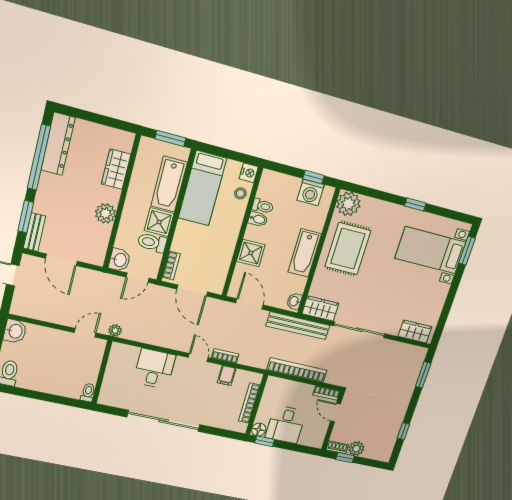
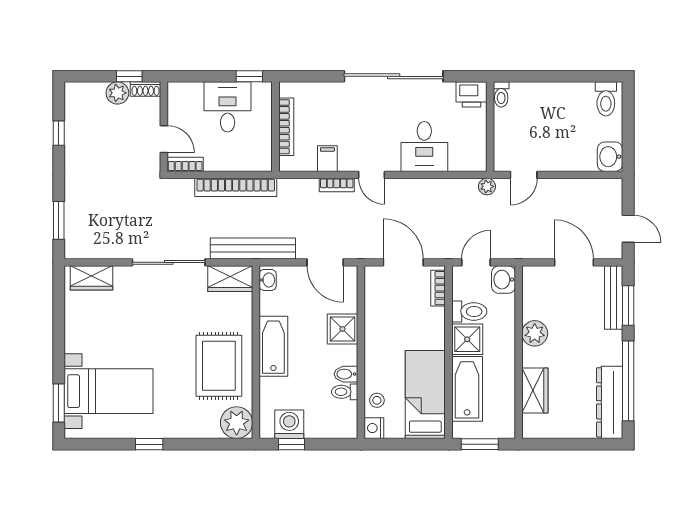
bench: (34, 232) -> (614, 298), width x1.36
printer: (110, 397) -> (471, 94), added
floor lamp: (259, 430) -> (262, 92), removed

